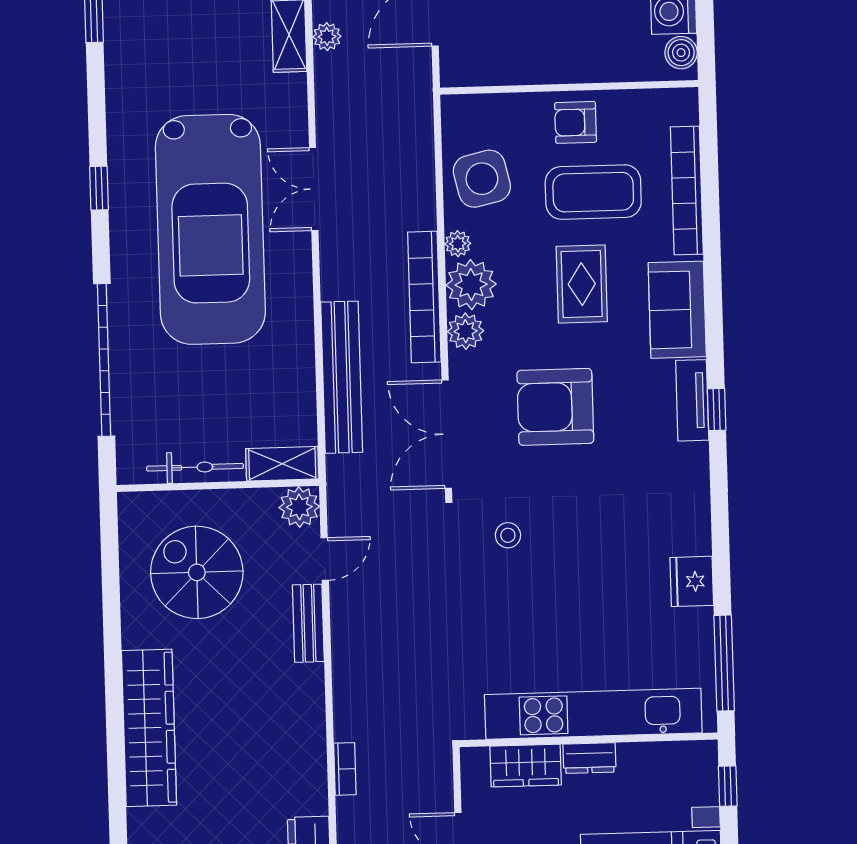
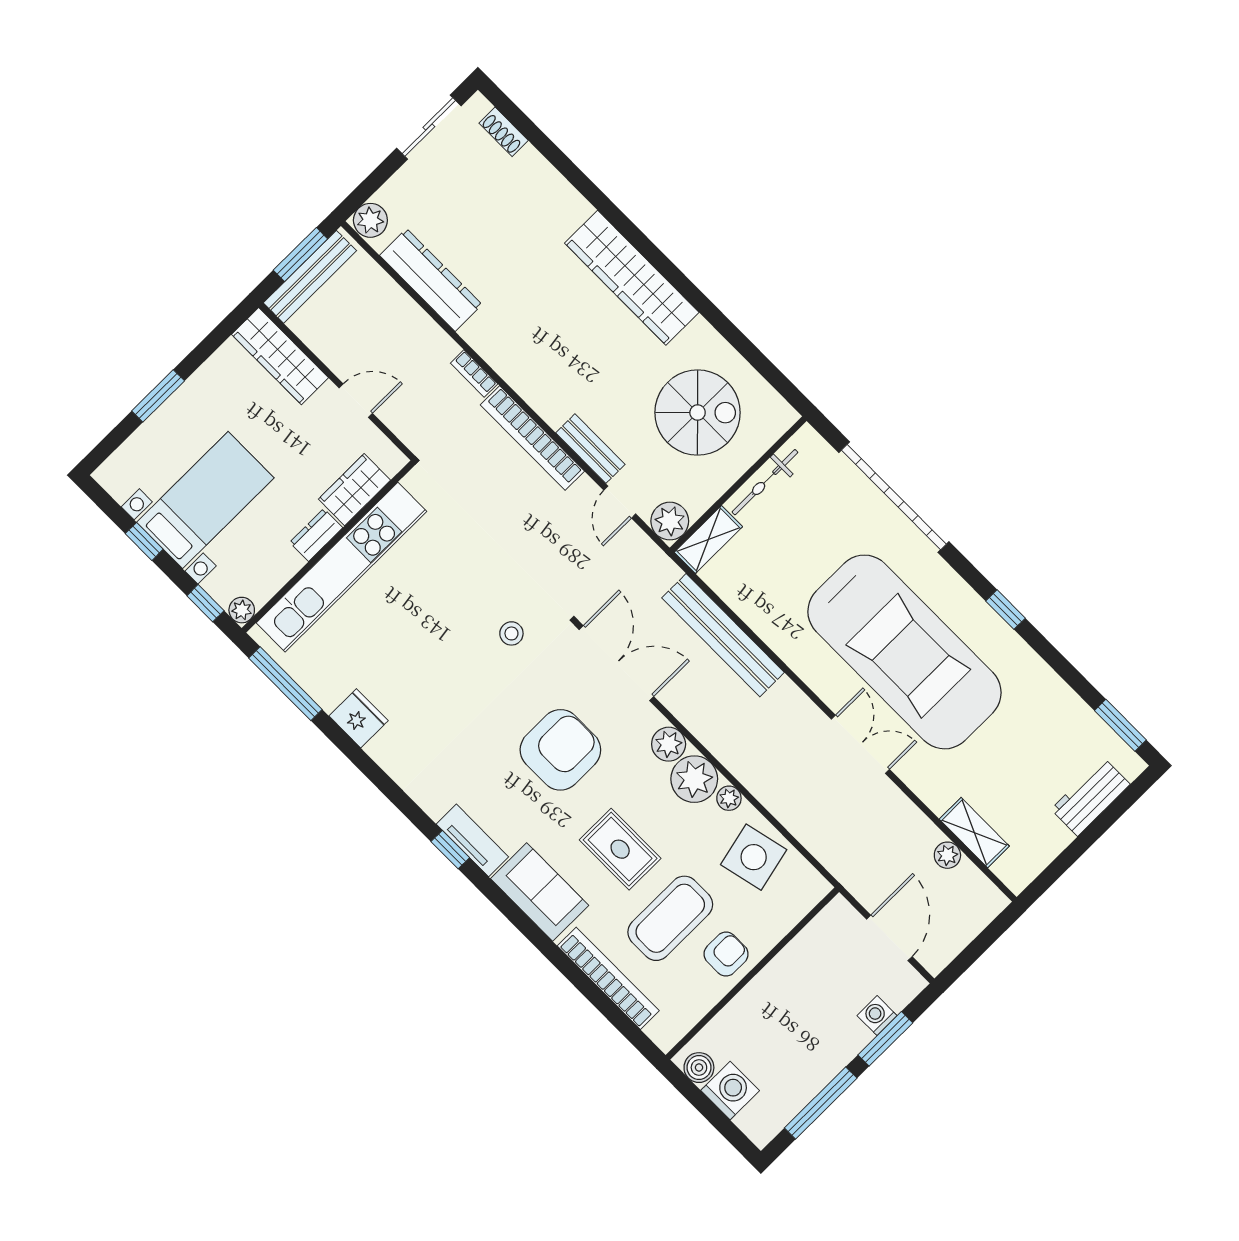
car: (210, 229) -> (904, 652), turned 180
bookcase: (424, 297) -> (532, 438), moved, turned 180
plant: (704, 754) -> (242, 610), added

